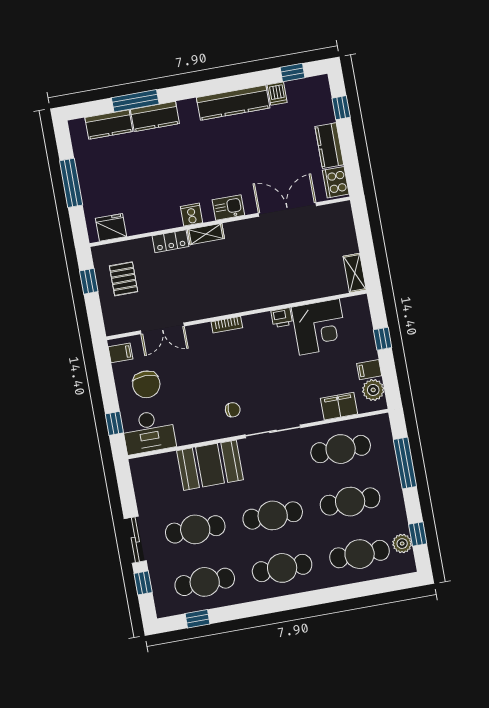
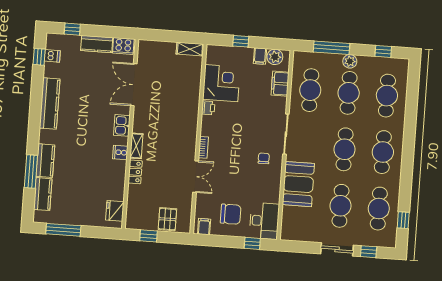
dishwasher: (277, 94) -> (52, 56), moved
window: (71, 183) -> (63, 230), moved
pallet: (124, 279) -> (167, 219), moved, turned 90
double door: (162, 328) -> (196, 177), moved
plant: (402, 544) -> (350, 61), moved

